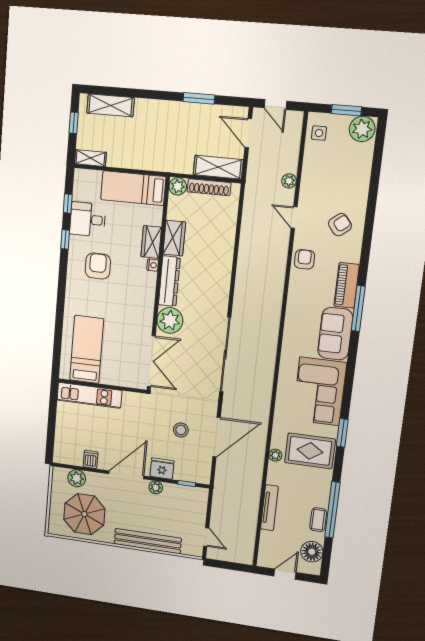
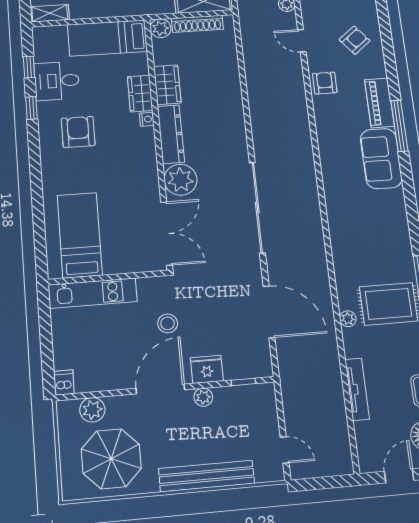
corner sofa: (319, 391) -> (381, 229), removed
stool: (181, 430) -> (168, 323), moved
door: (217, 437) -> (269, 312), hinge flipped
dishwasher: (91, 459) -> (64, 382), moved

